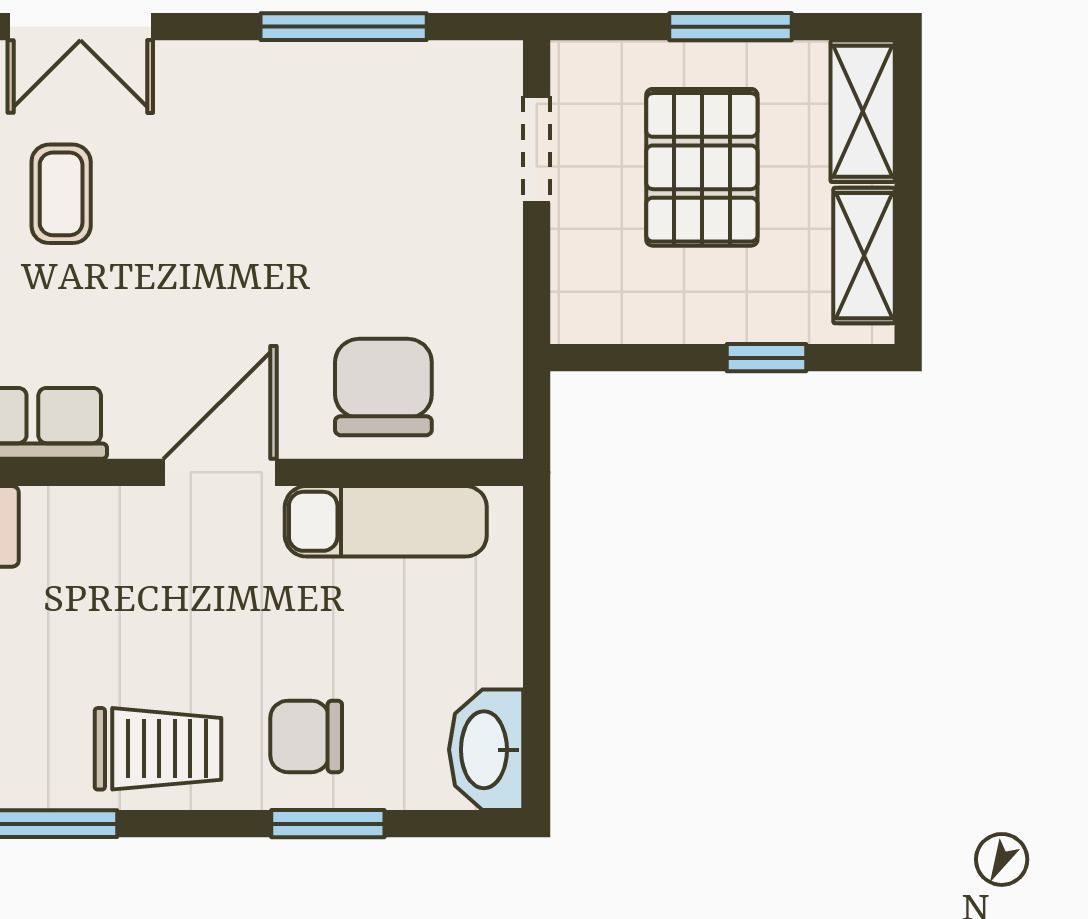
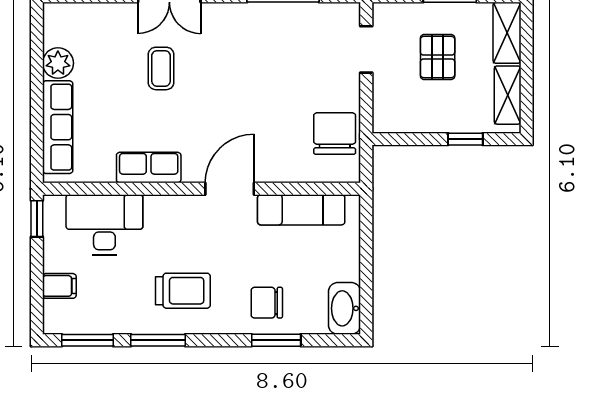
pallet: (702, 167) -> (438, 57), width x0.67, depth x0.71
chair: (383, 387) -> (335, 134), moved
trolley: (158, 749) -> (183, 291), moved

